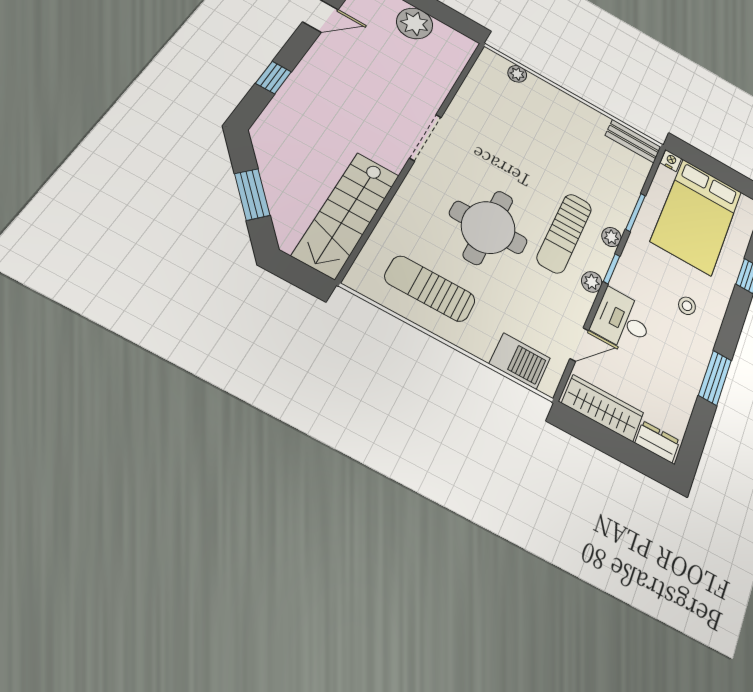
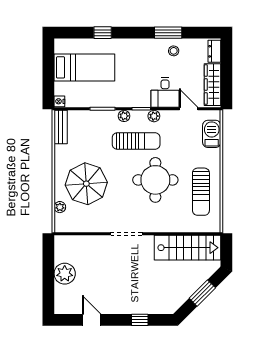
parasol: (534, 127) -> (86, 184), added
bed: (697, 216) -> (84, 67), width x0.67
stool: (687, 306) -> (174, 51), moved

